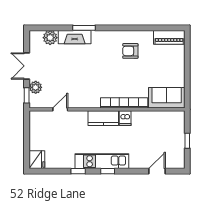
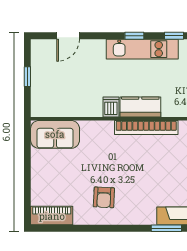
armchair: (130, 51) -> (104, 197), turned 93
bookcase: (124, 103) -> (146, 128), moved

